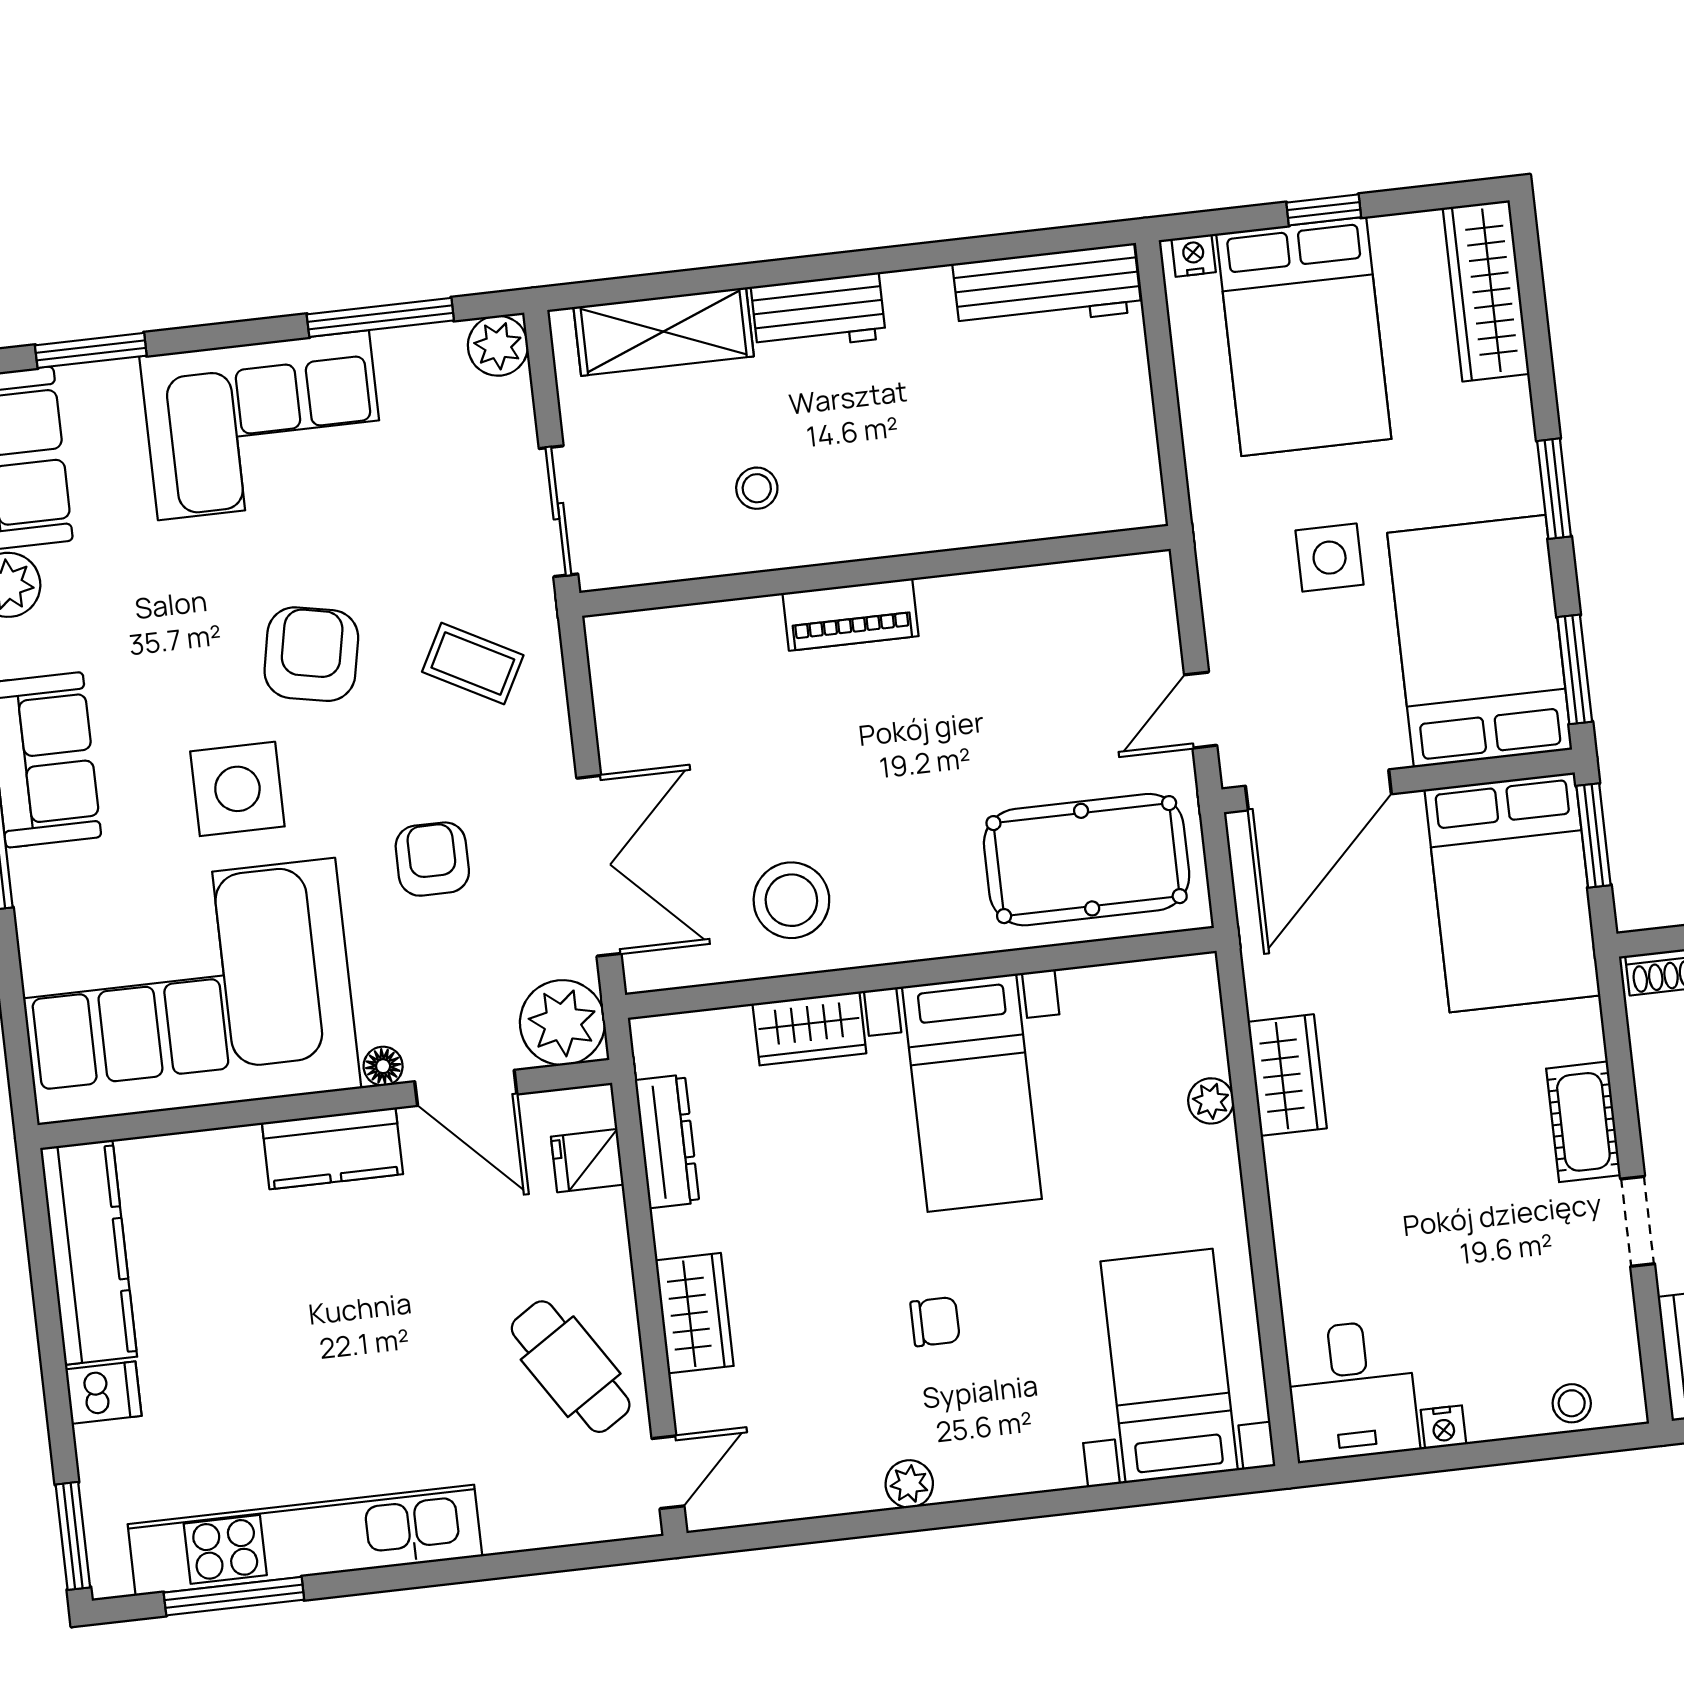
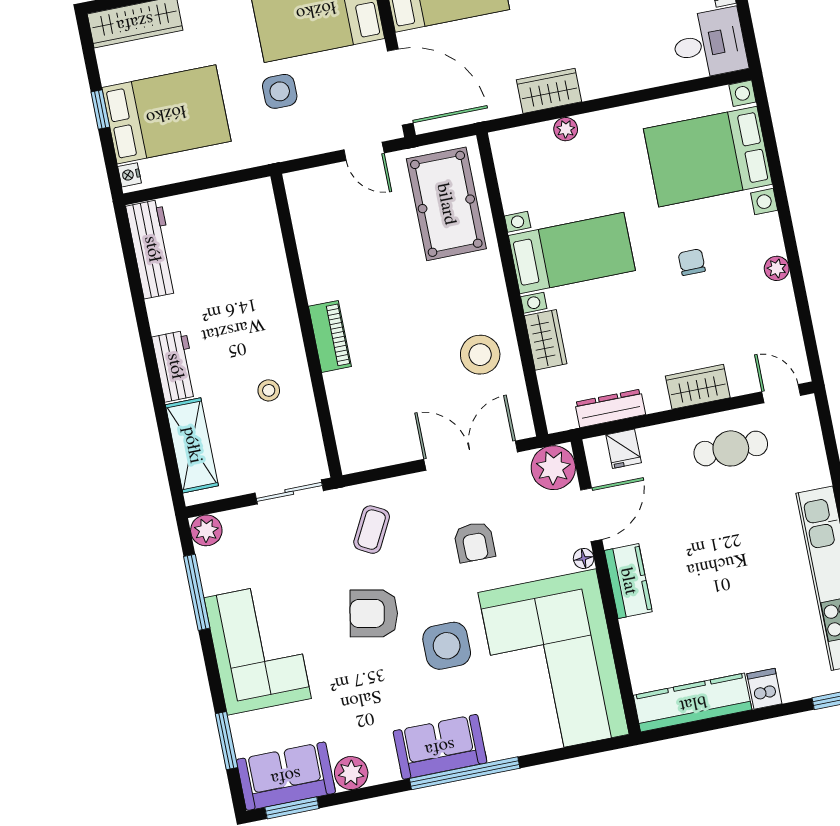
armchair: (432, 859) -> (474, 542), turned -90
bed with nightstands: (1169, 1366) -> (708, 157), width x1.36
cafe table: (571, 1367) -> (731, 448), turned 33

